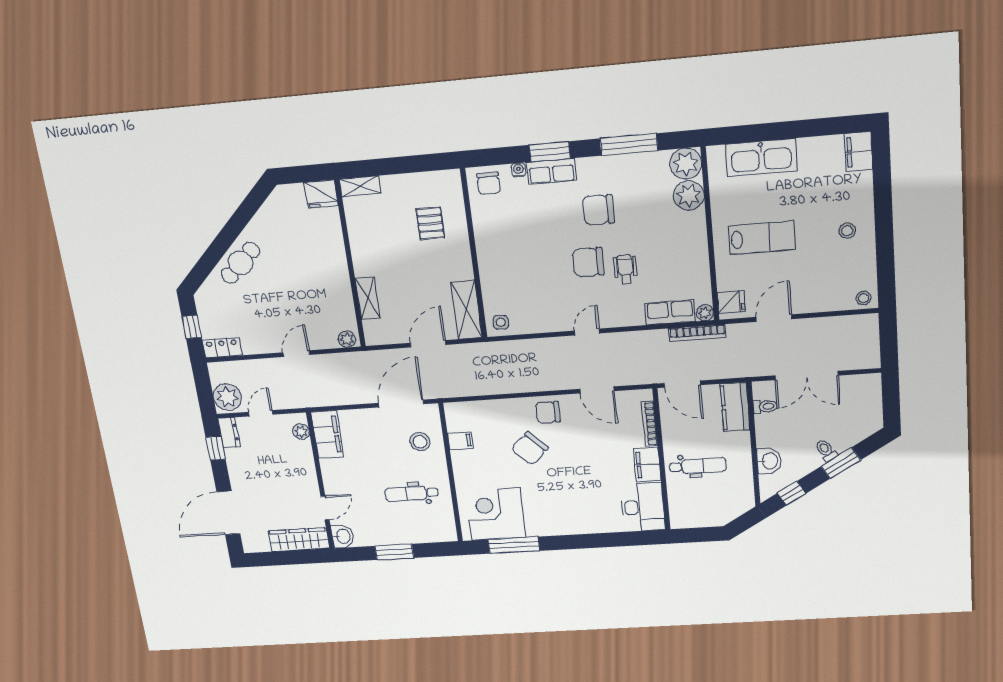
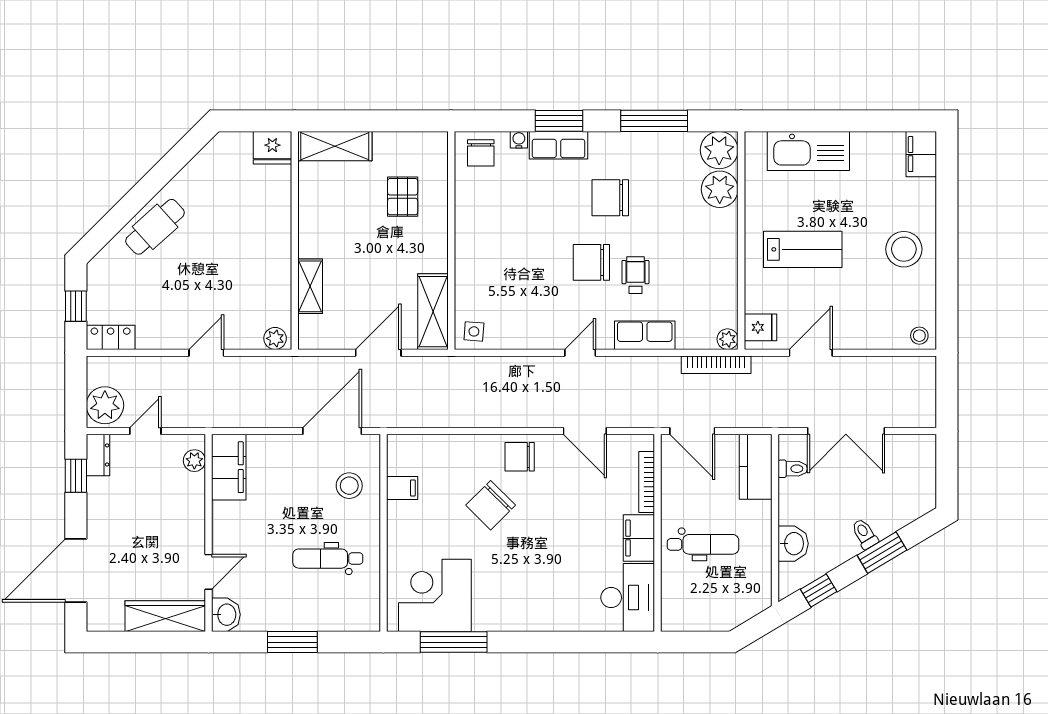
shelving: (360, 186) -> (335, 146), width x1.50, depth x1.33
stool: (847, 231) -> (904, 249), width x1.89, depth x1.89
row of seats: (670, 312) -> (645, 335), moved

